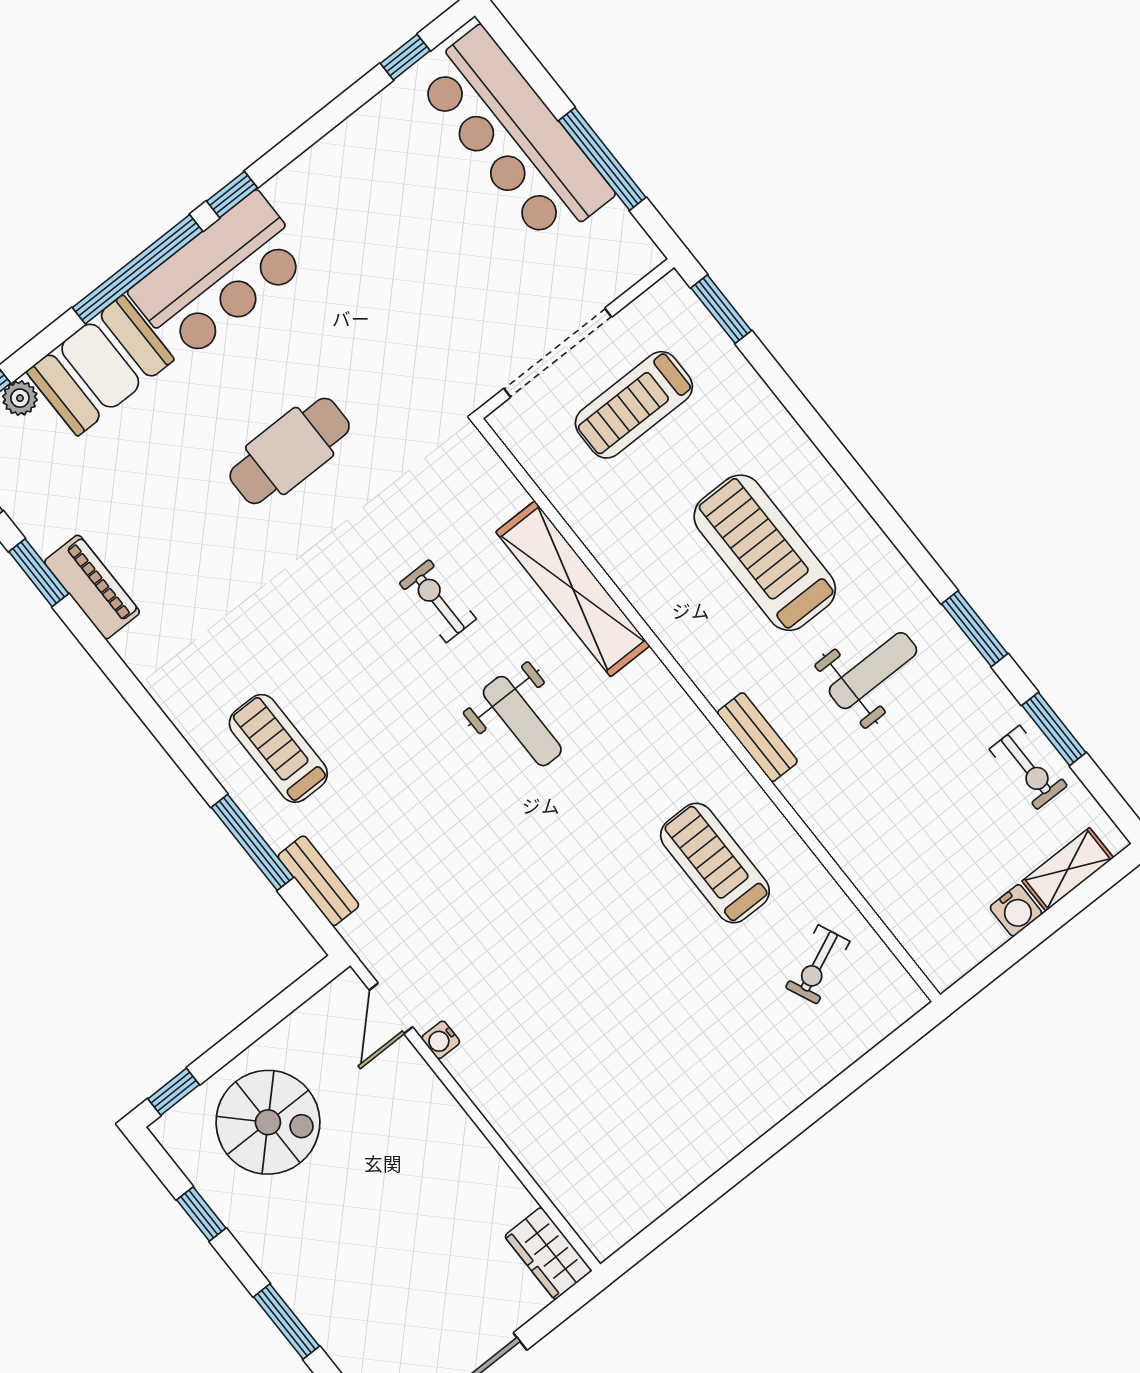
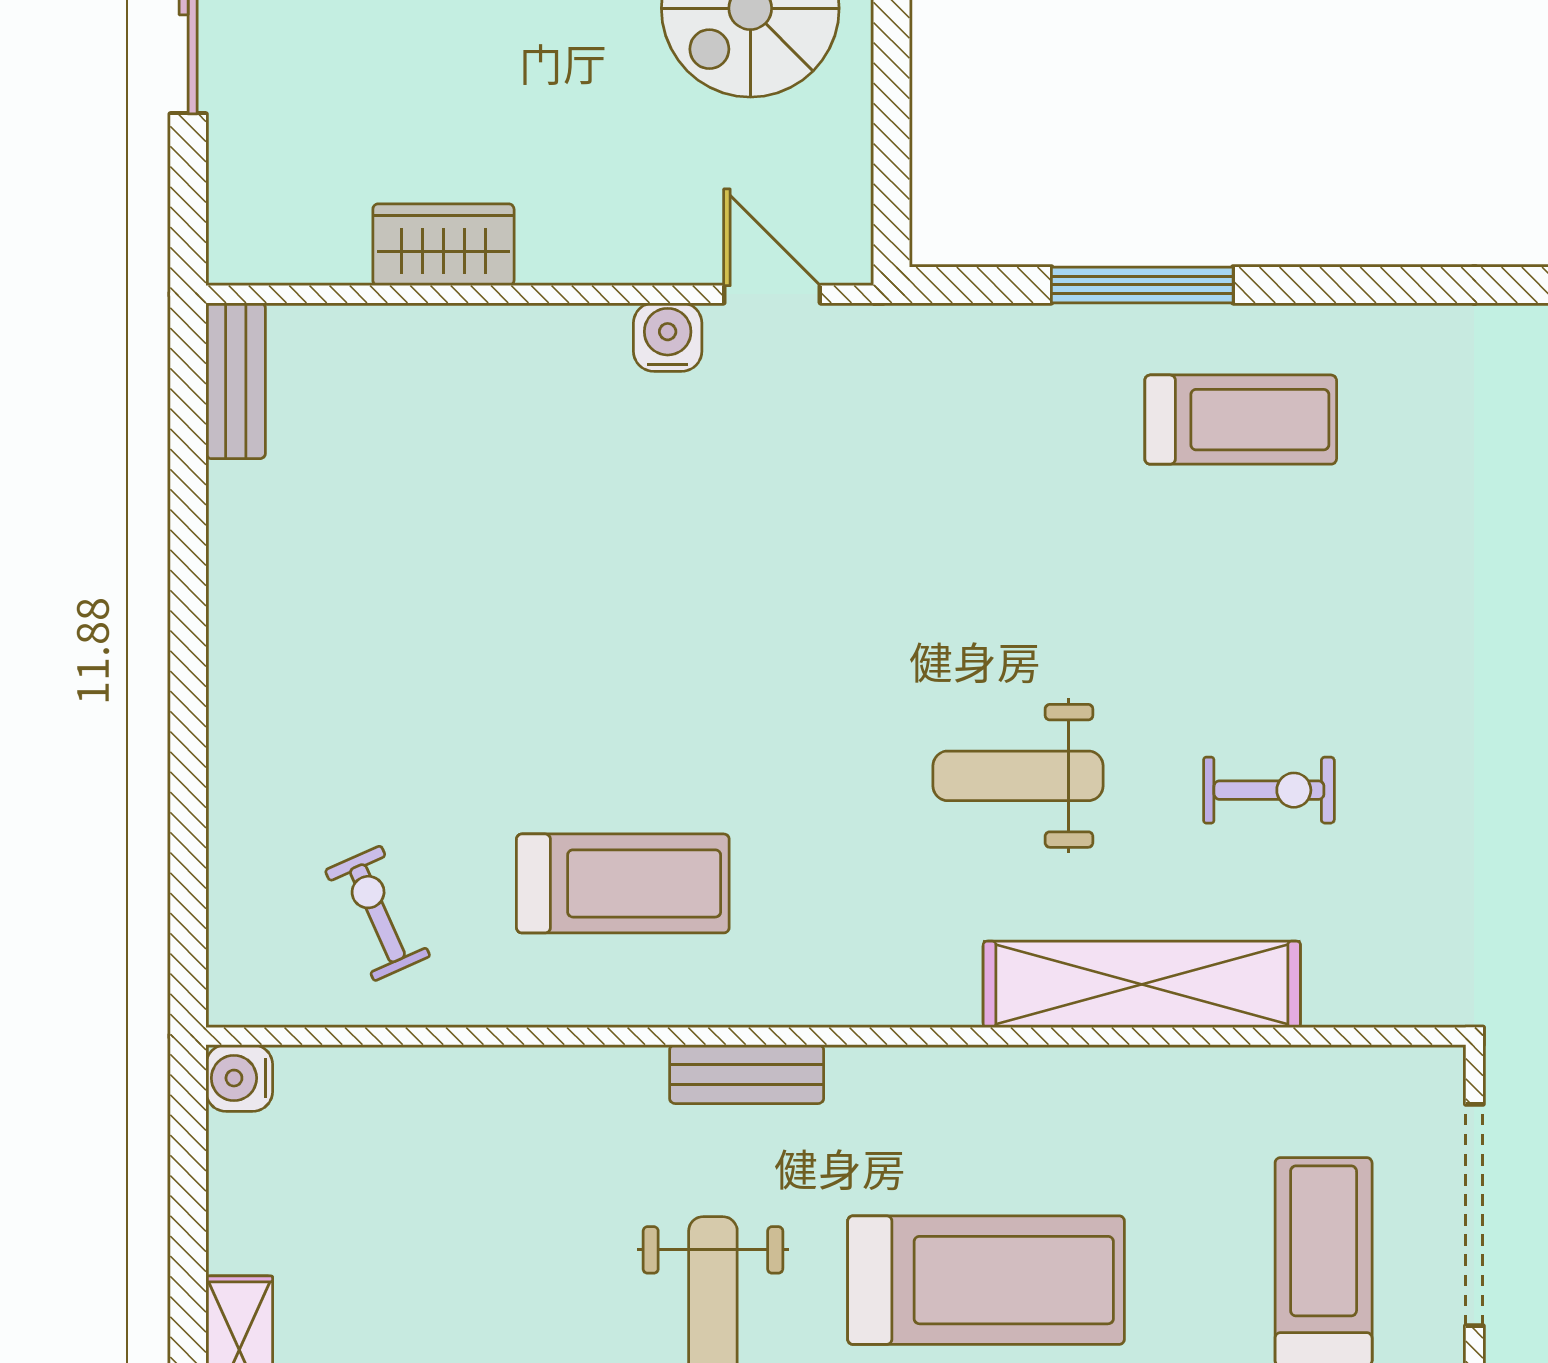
bench: (318, 881) -> (236, 381), moved, turned 90
water cooler: (1016, 910) -> (239, 1078), moved
water cooler: (441, 1040) -> (668, 337), width x1.38, depth x1.38
wardrobe: (548, 1253) -> (443, 245), moved

